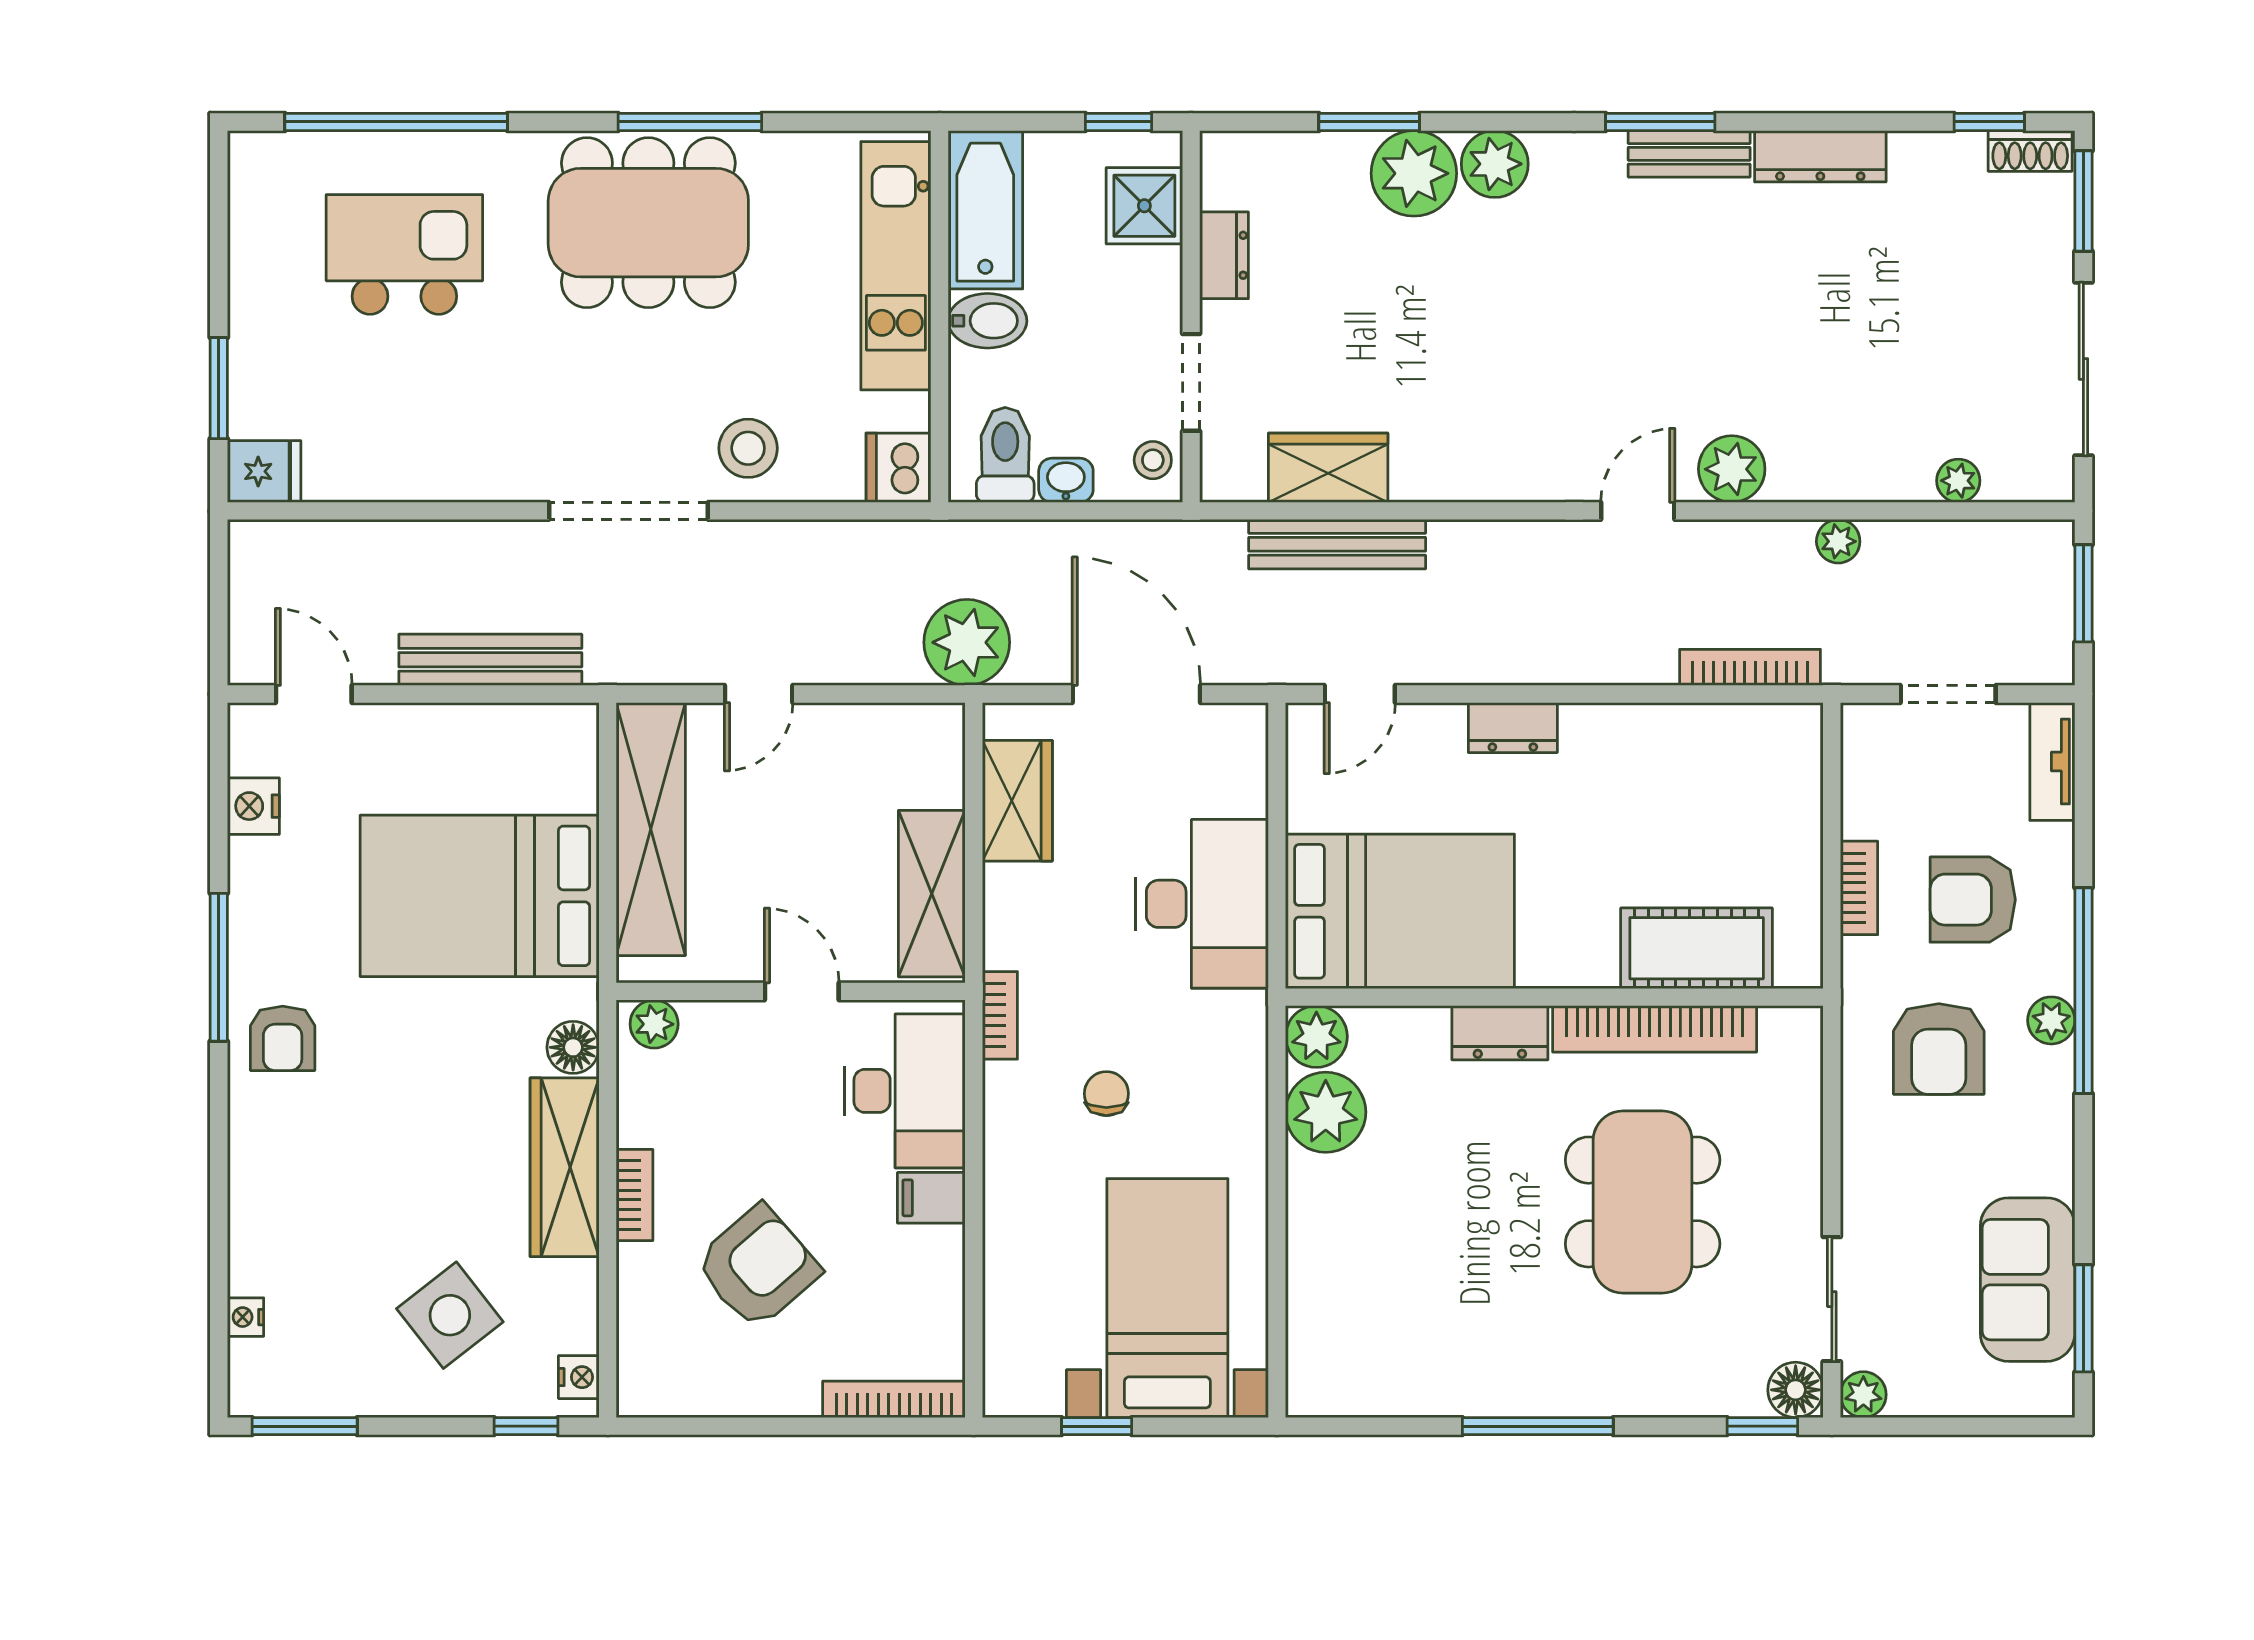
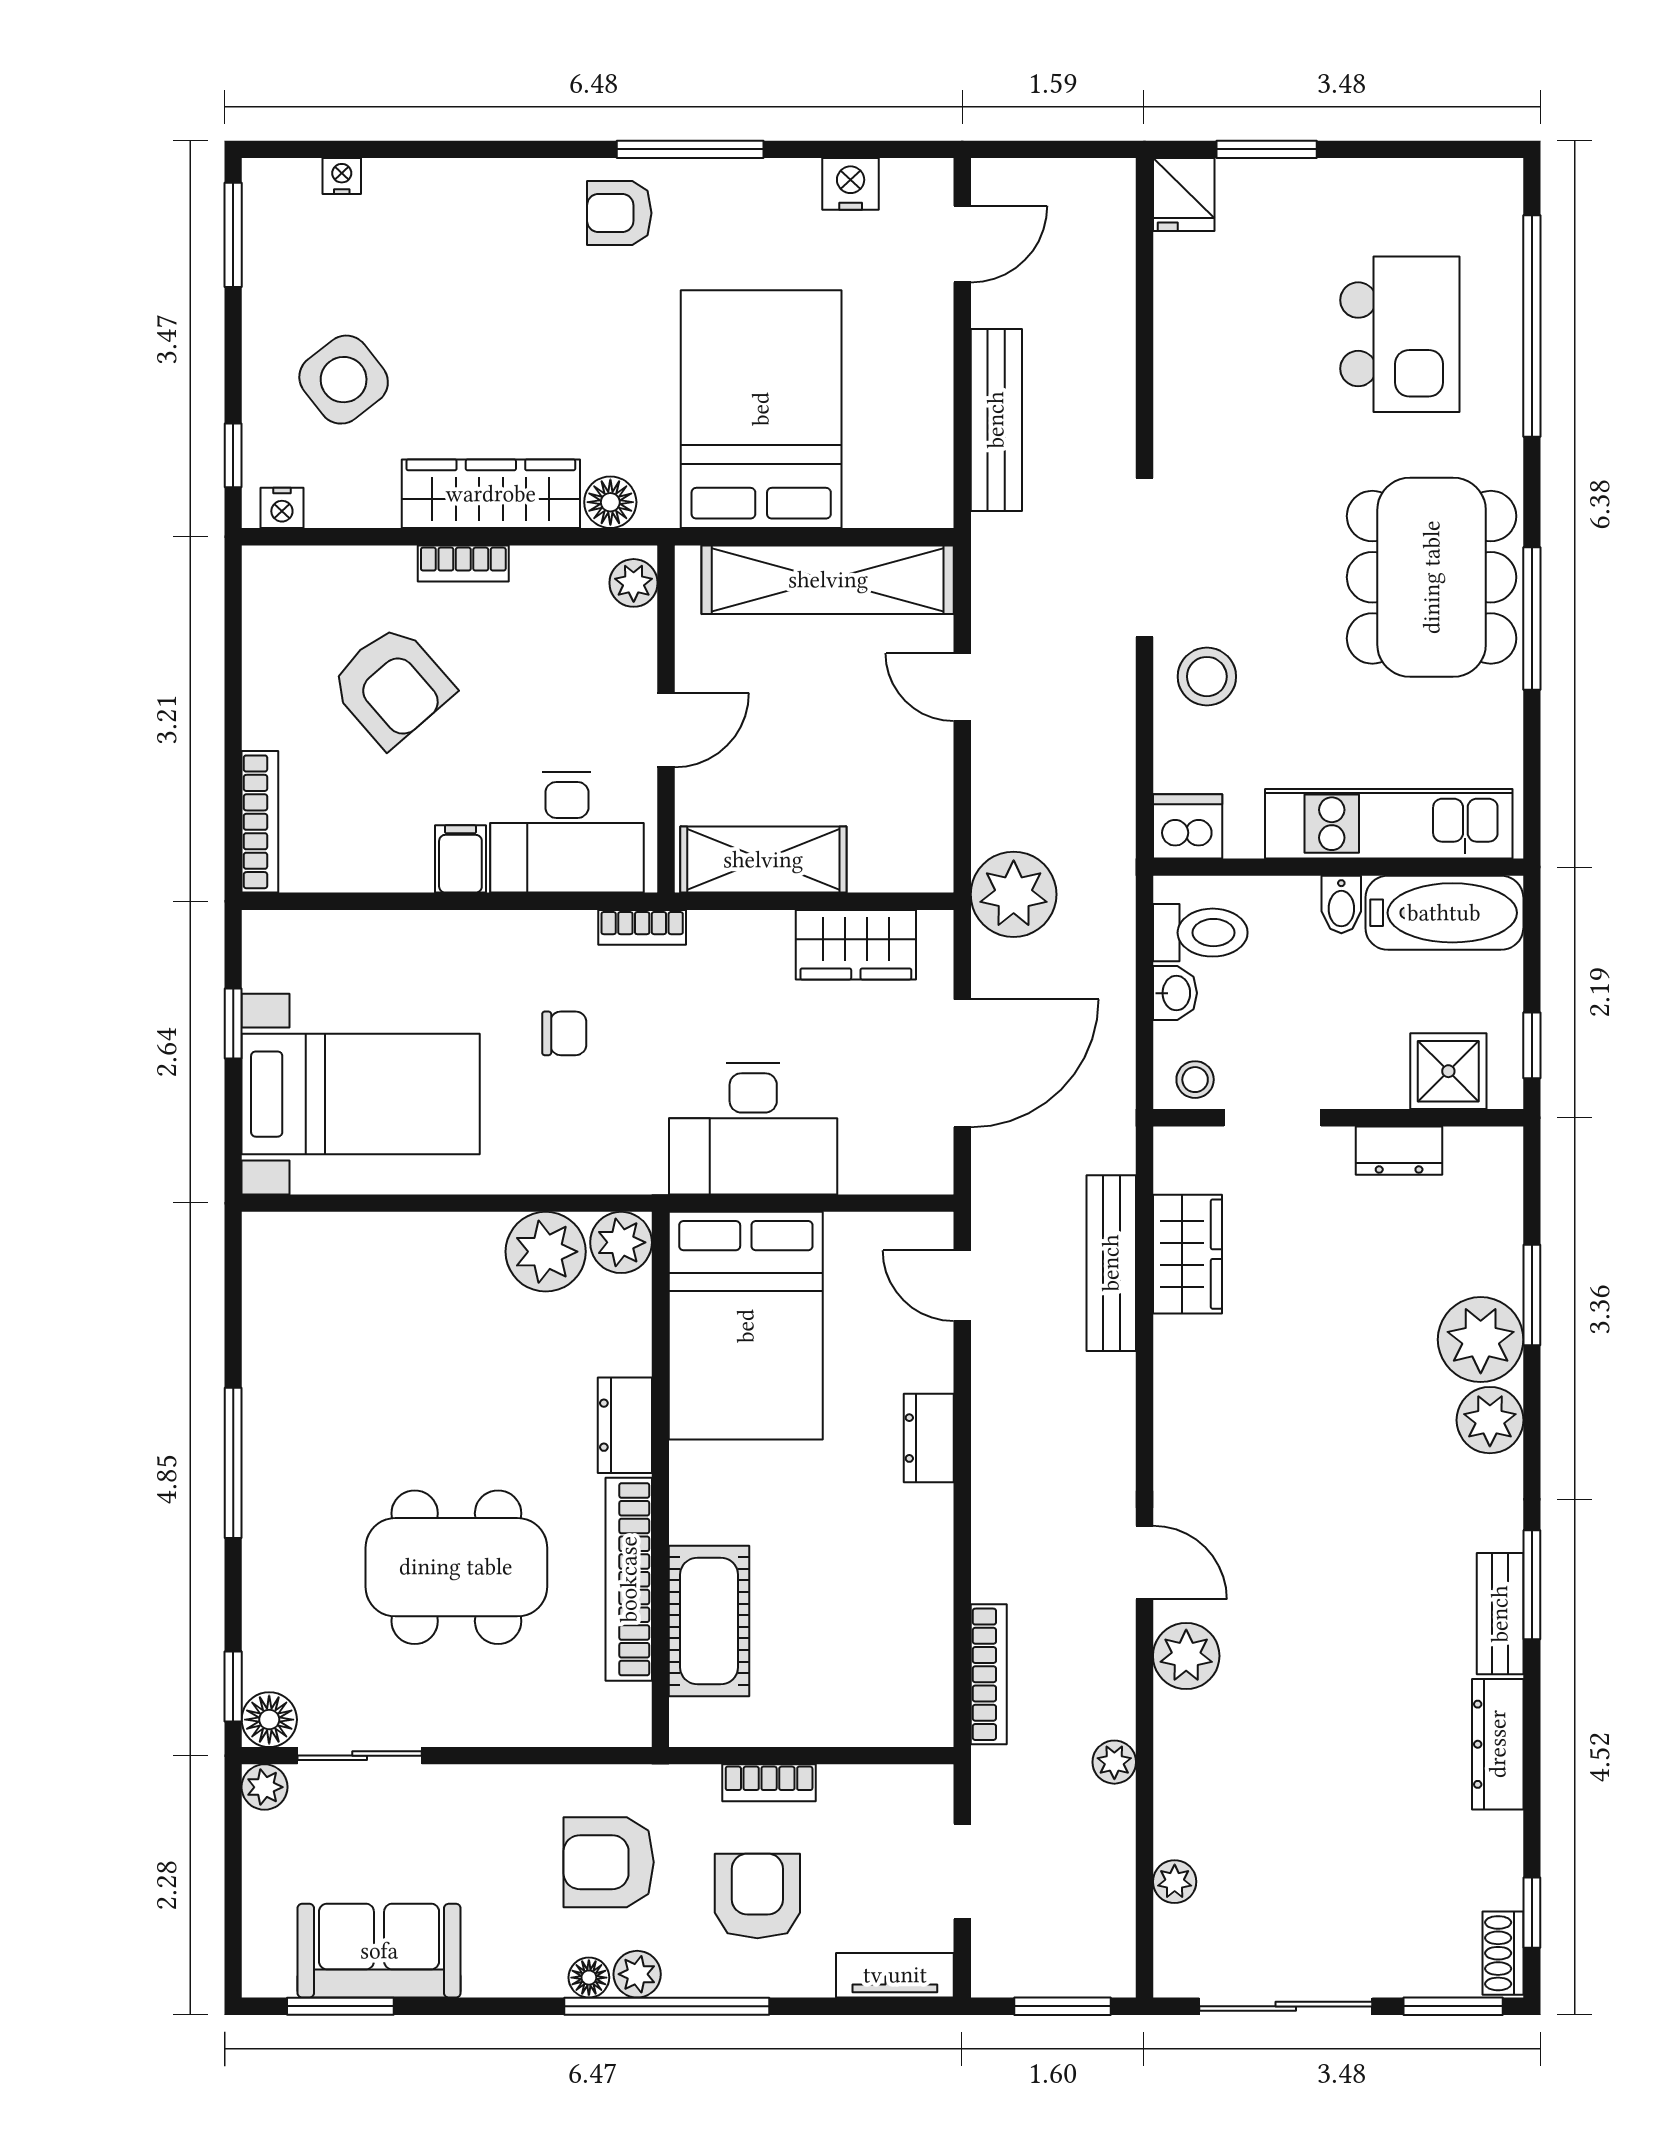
bidet: (987, 321) -> (1341, 905), width x0.72, depth x0.74
floor lamp: (2055, 1069) -> (589, 1978), added

